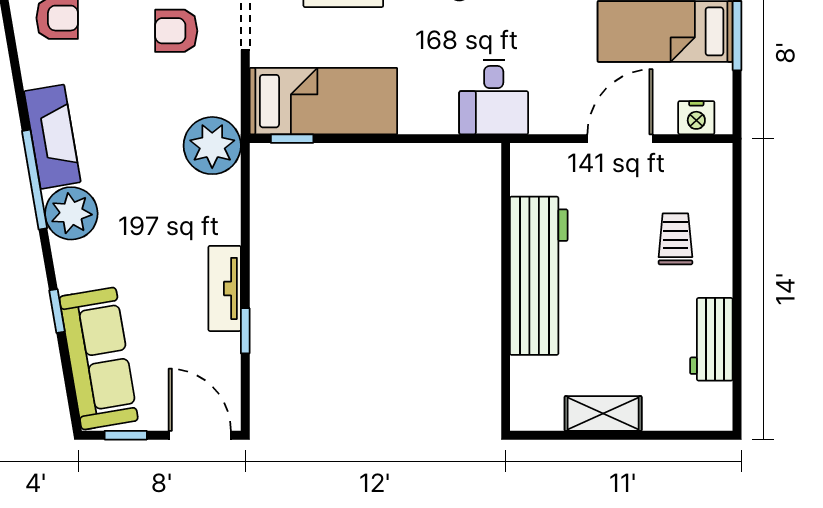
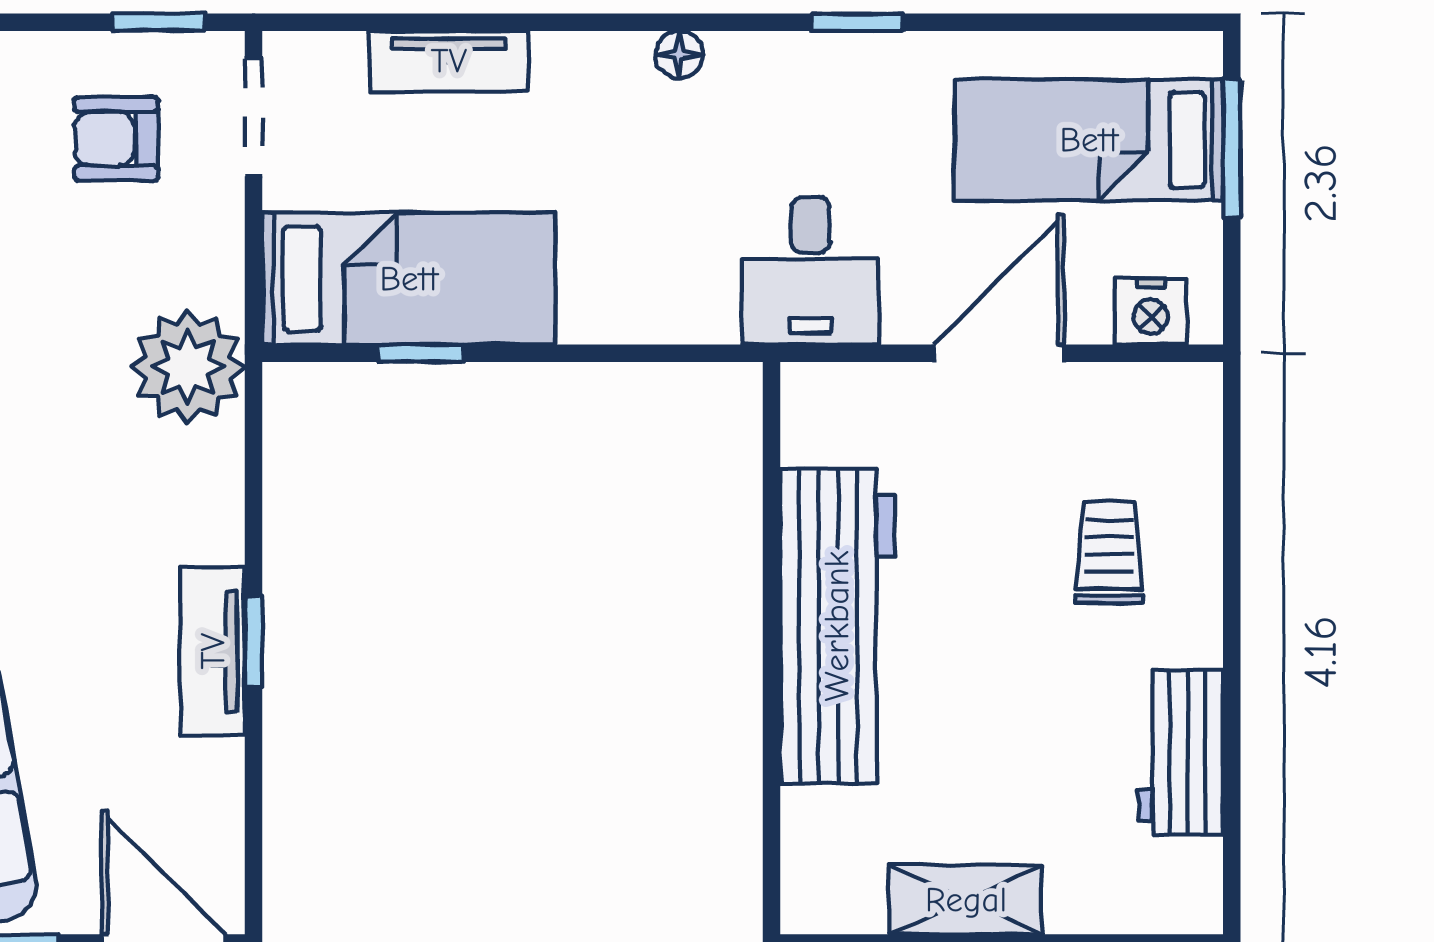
desk: (494, 97) -> (811, 271), moved
window: (292, 139) -> (420, 353), moved
window: (245, 331) -> (254, 641), moved

